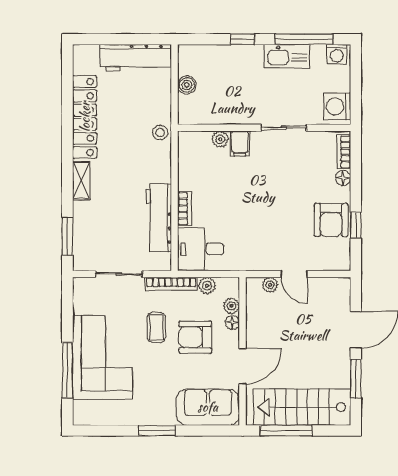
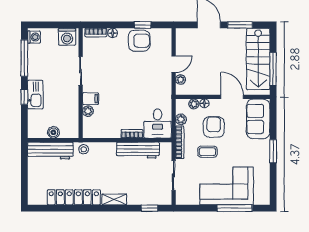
kitchen sink: (287, 56) -> (35, 95), moved
workbench: (136, 58) -> (50, 151), moved, turned 90
window: (67, 236) -> (150, 208), width x0.67
armchair: (195, 337) -> (214, 127), turned 180

